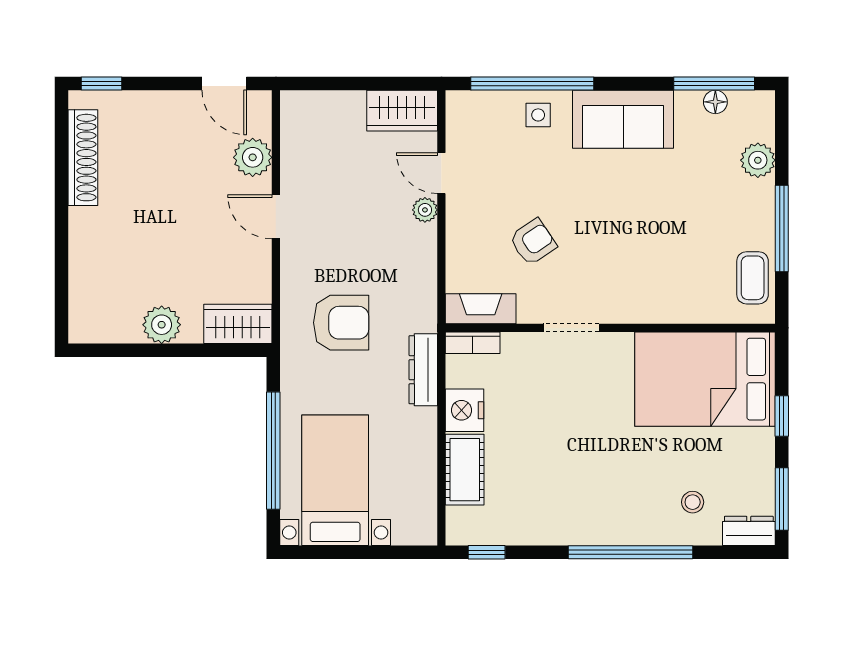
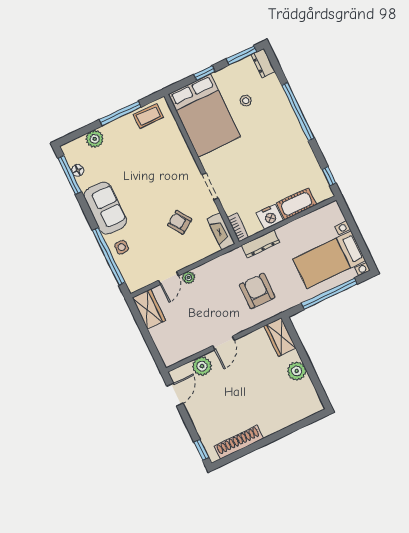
stool: (693, 502) -> (246, 101), moved

